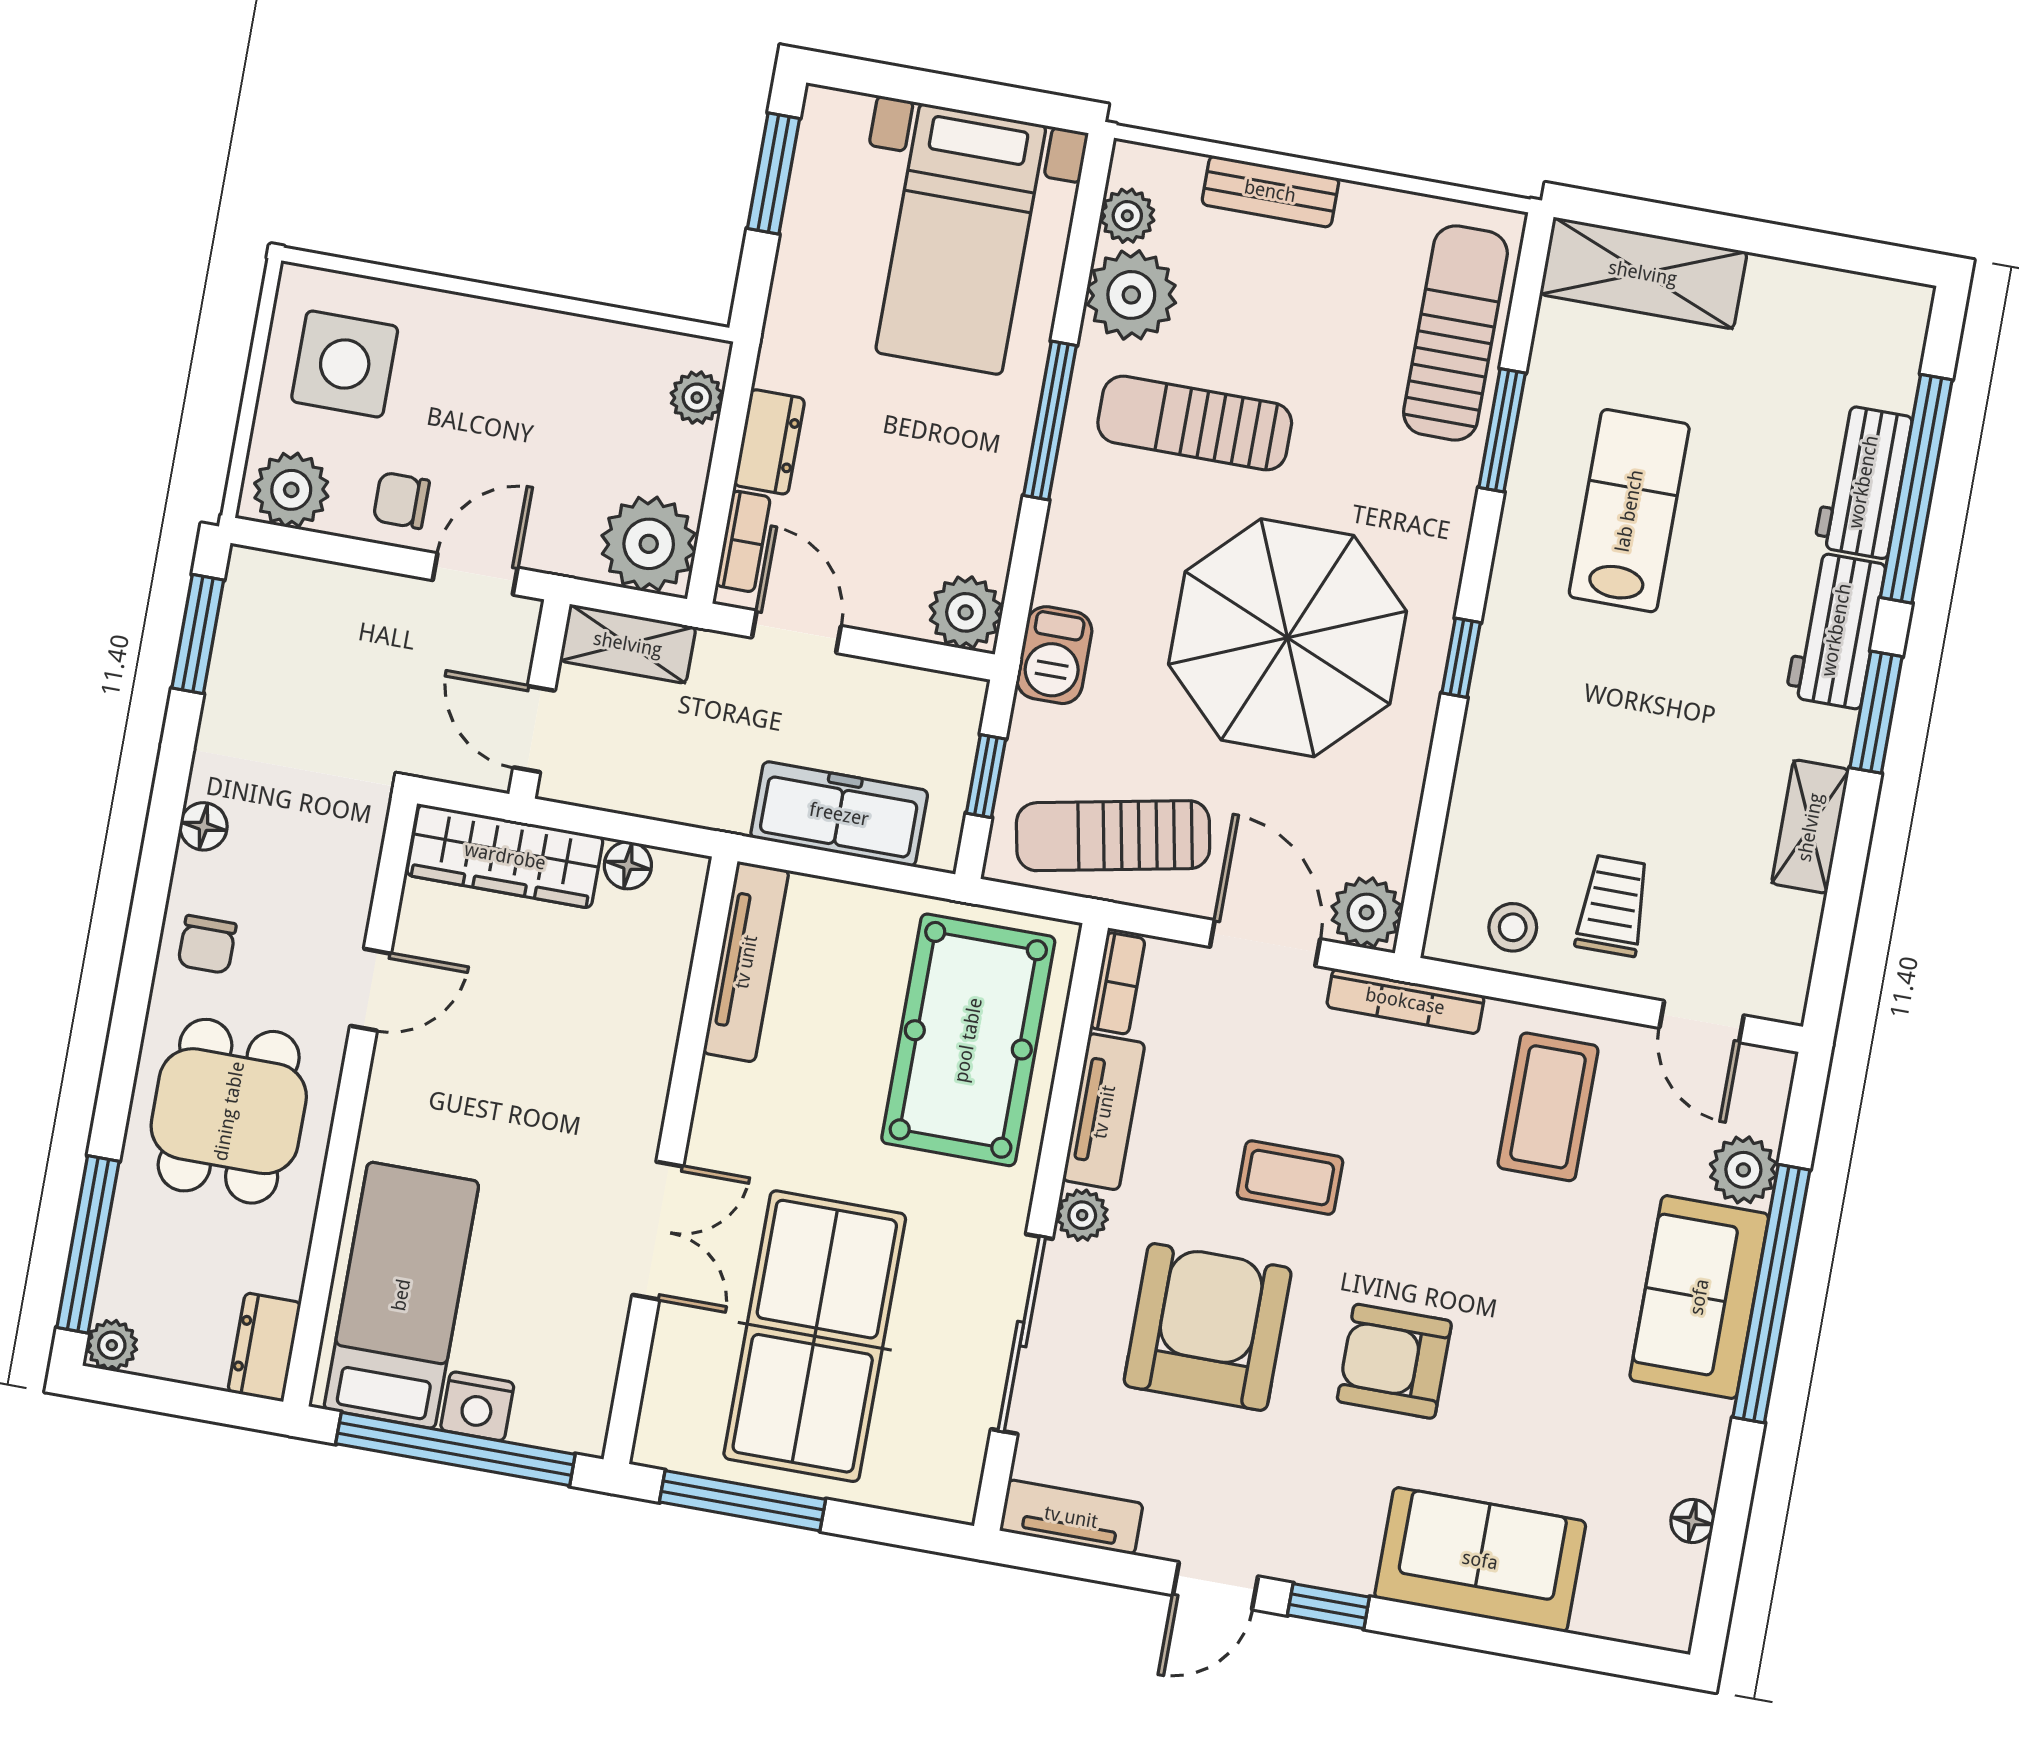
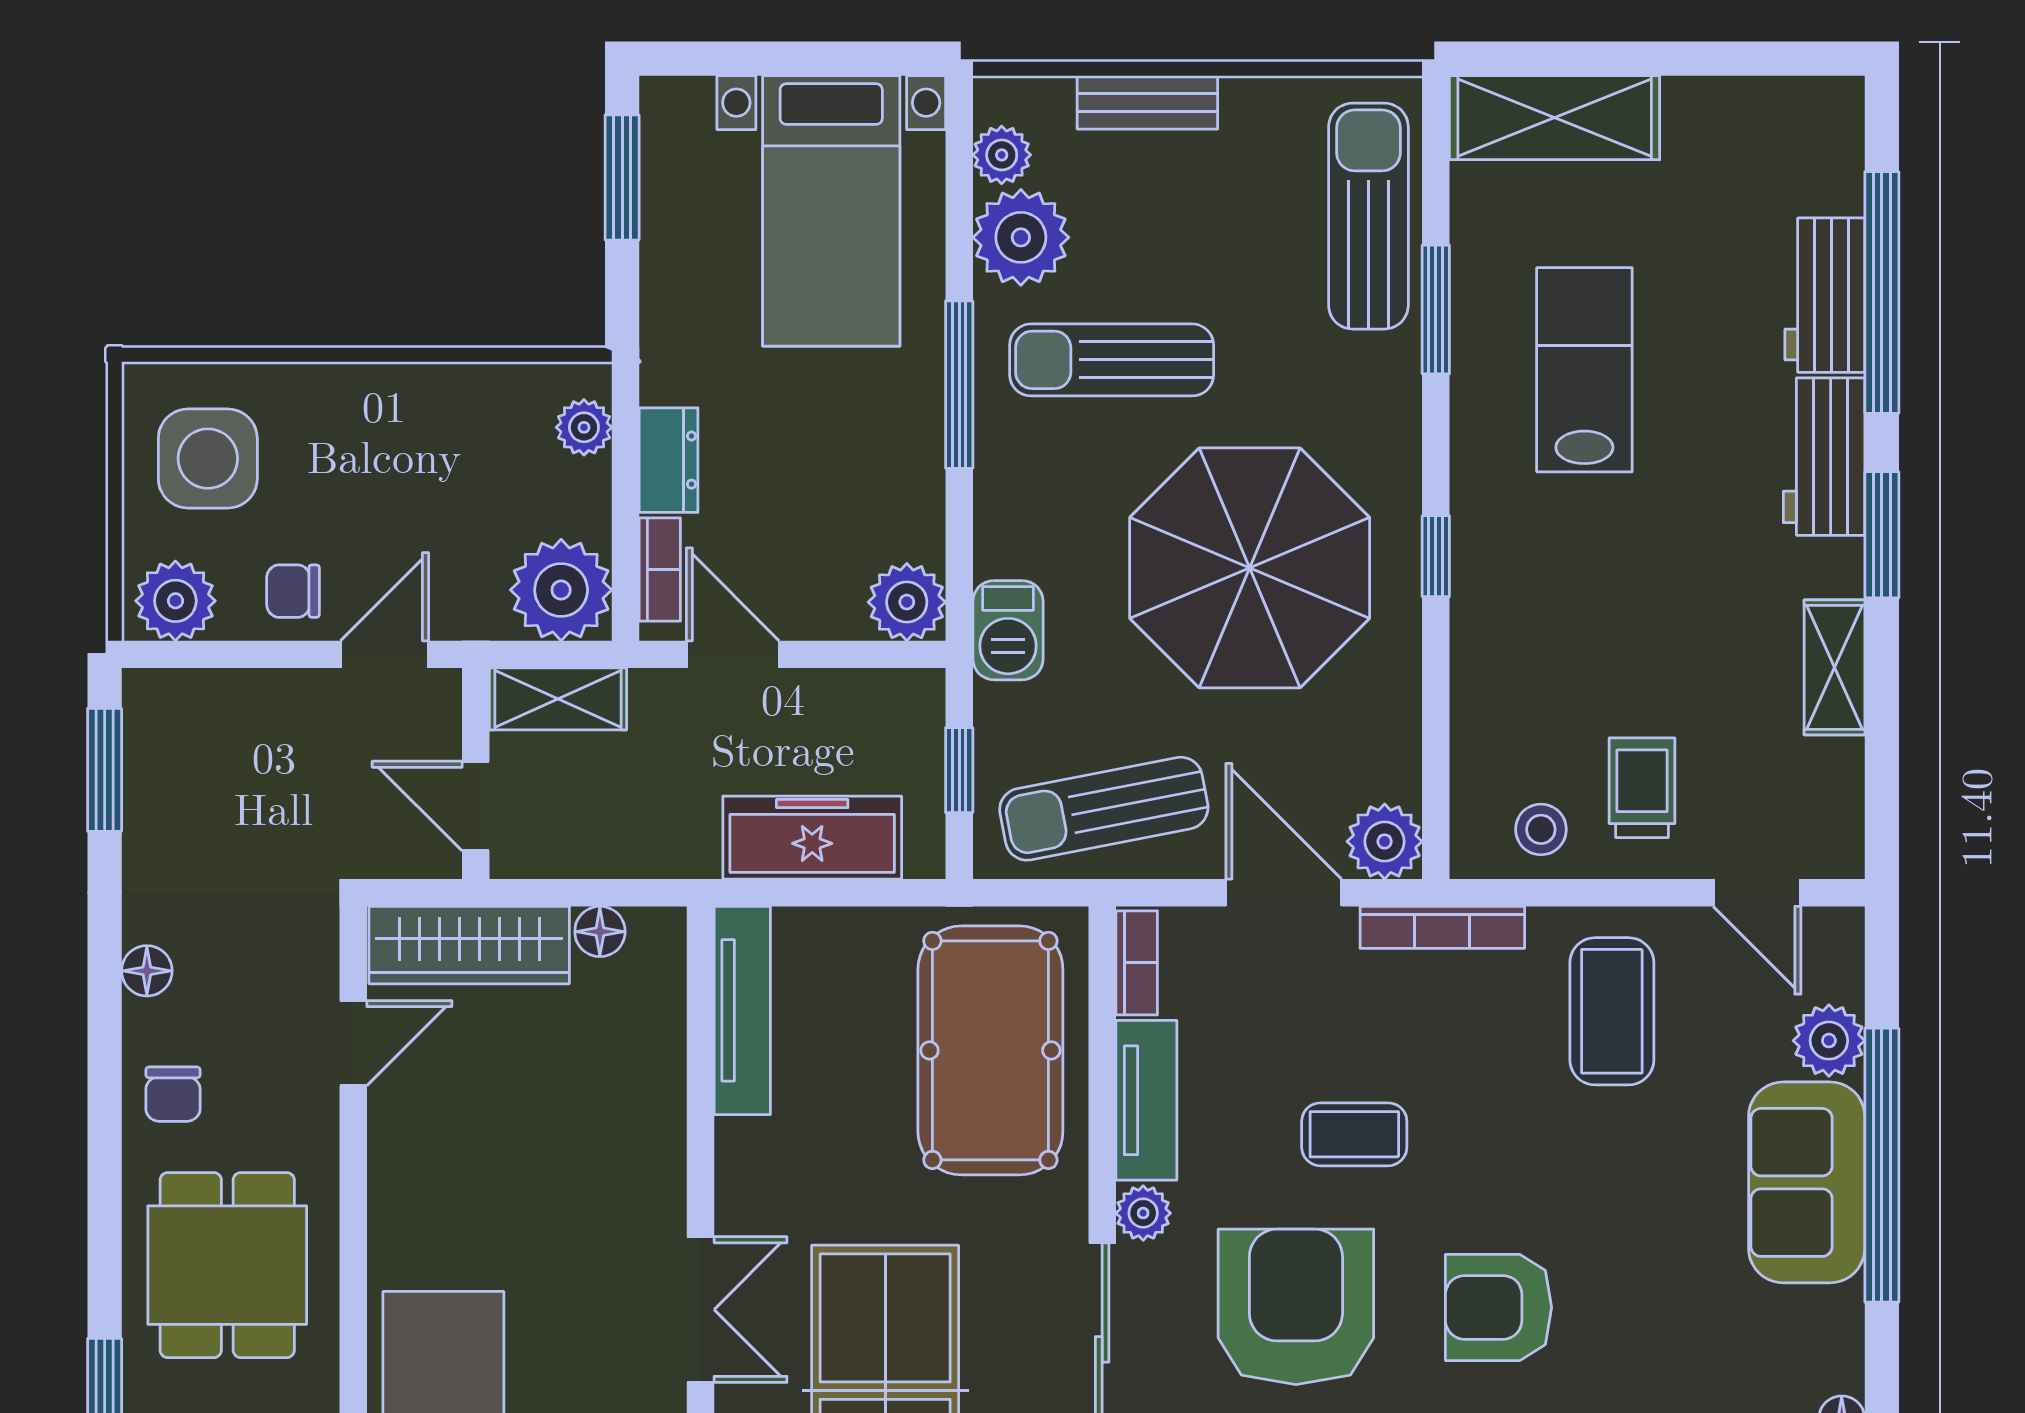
door: (370, 990) -> (353, 1043), moved

